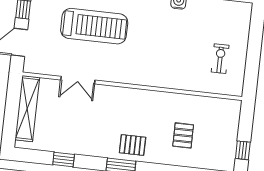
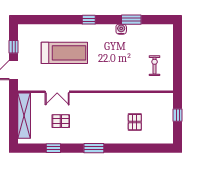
pallet: (133, 145) -> (61, 121), moved
window: (243, 150) -> (178, 115), moved

